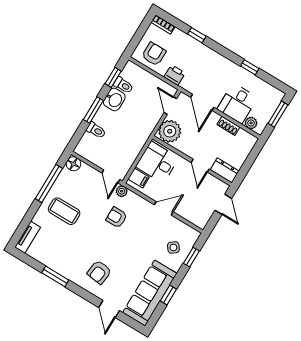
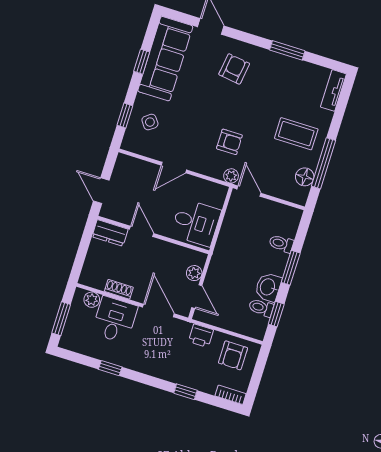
plant: (170, 131) -> (194, 273), width x0.53, depth x0.53
floor lamp: (74, 164) -> (305, 177), moved
filing cabinet: (139, 178) -> (214, 197), removed

